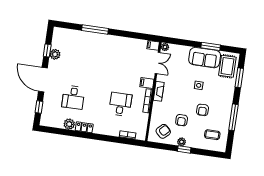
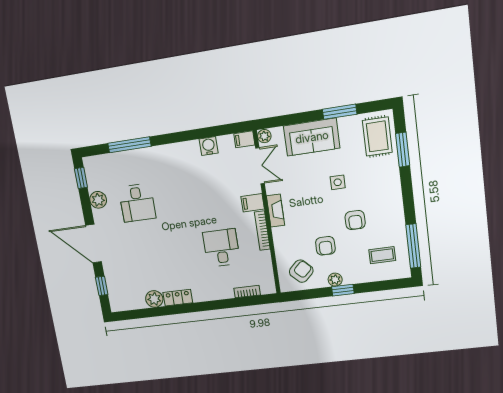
window: (95, 30) -> (129, 145), moved
water cooler: (131, 43) -> (209, 146), added
window: (47, 51) -> (81, 178), moved
sofa: (205, 58) -> (312, 137), moved
desk: (73, 97) -> (137, 203), moved
window: (233, 117) -> (413, 246), moved

